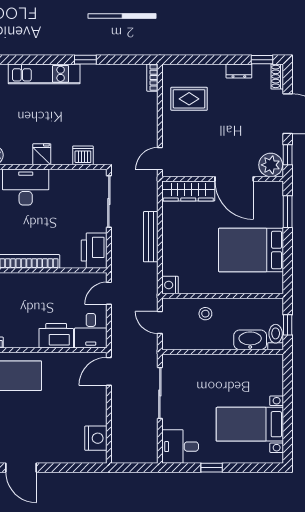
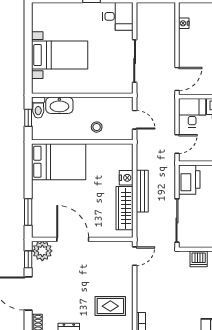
wardrobe: (188, 191) -> (124, 208), moved, turned -90
bed: (251, 250) -> (59, 162), moved
nightstand: (170, 285) -> (126, 178), moved
bed with nightstands: (250, 424) -> (60, 55), moved
nightstand: (96, 438) -> (184, 23), width x0.53, depth x0.56

